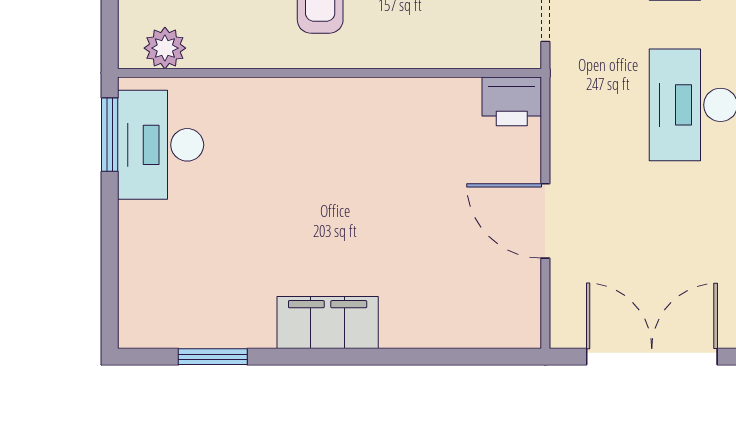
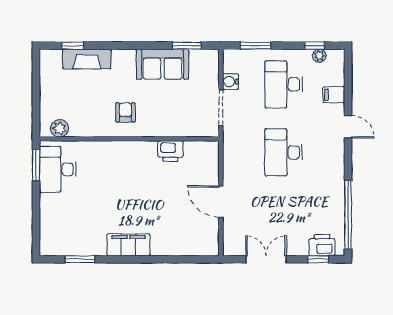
printer: (512, 101) -> (170, 151), moved
double door: (652, 357) -> (266, 259), width x0.73

